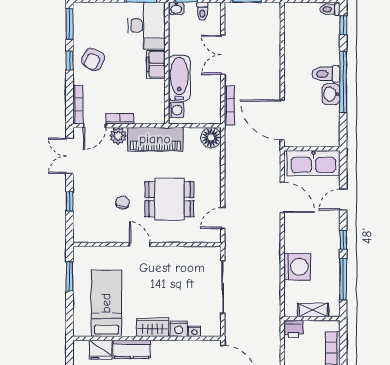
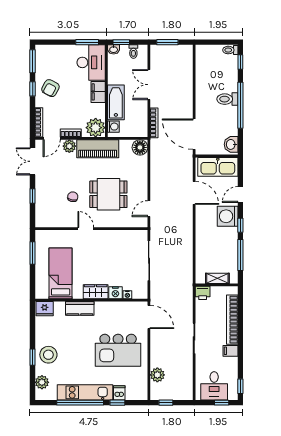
washbasin: (331, 94) -> (231, 144), moved
plant: (152, 111) -> (96, 128), added
washing machine: (297, 267) -> (228, 216), moved, turned 180
fridge: (101, 350) -> (45, 309), moved

